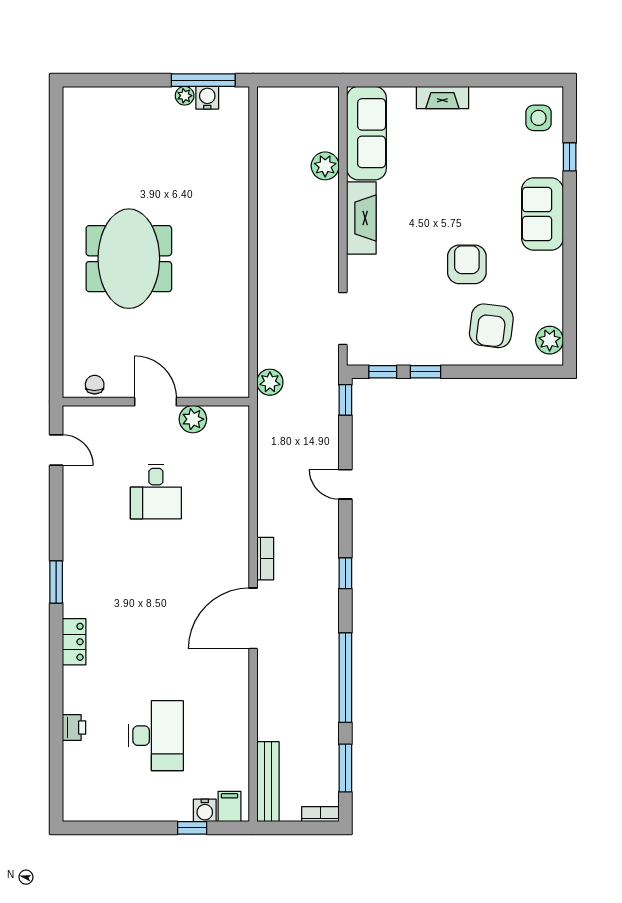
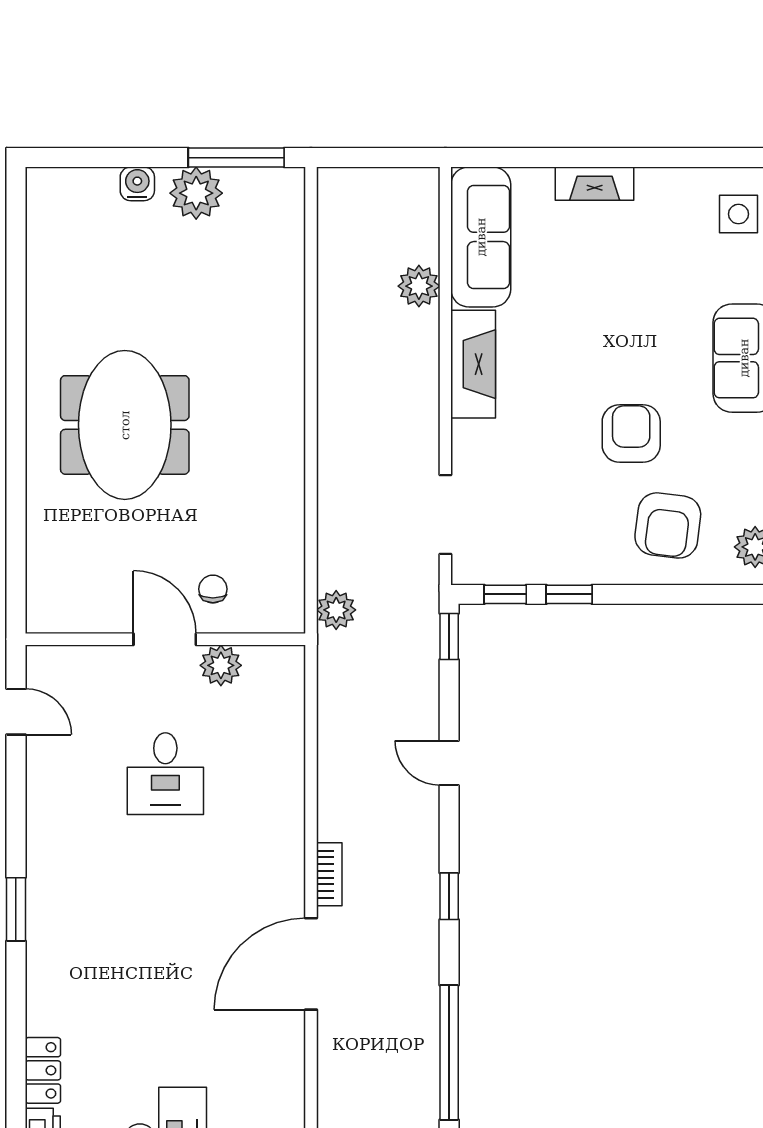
plant: (185, 96) -> (196, 193), width x1.87, depth x1.87
water cooler: (207, 98) -> (137, 184), moved
chair: (95, 385) -> (213, 589), moved
locker: (74, 642) -> (43, 1070), moved

